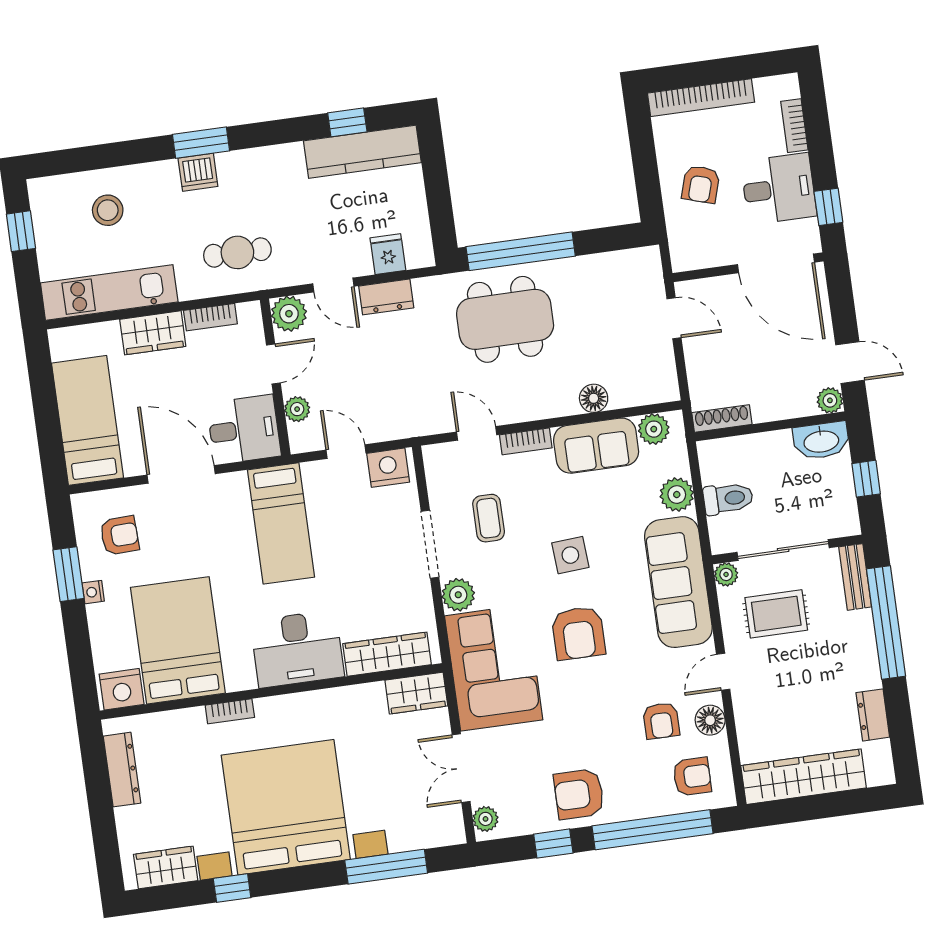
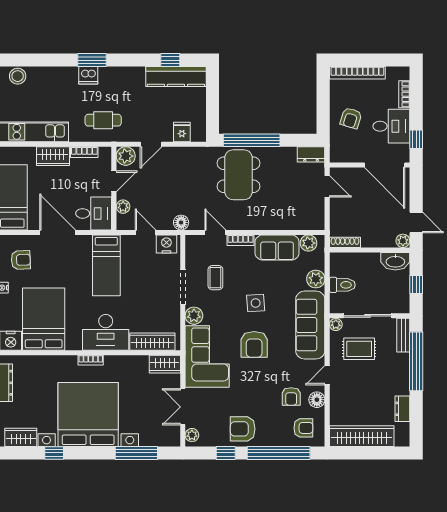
stool: (108, 210) -> (18, 76), moved
door: (333, 285) -> (151, 144), hinge flipped
dresser: (386, 297) -> (311, 154), moved
dining table: (505, 319) -> (239, 175), turned 90
floor lamp: (594, 398) -> (181, 223), moved
bookcase: (230, 711) -> (91, 360), moved

